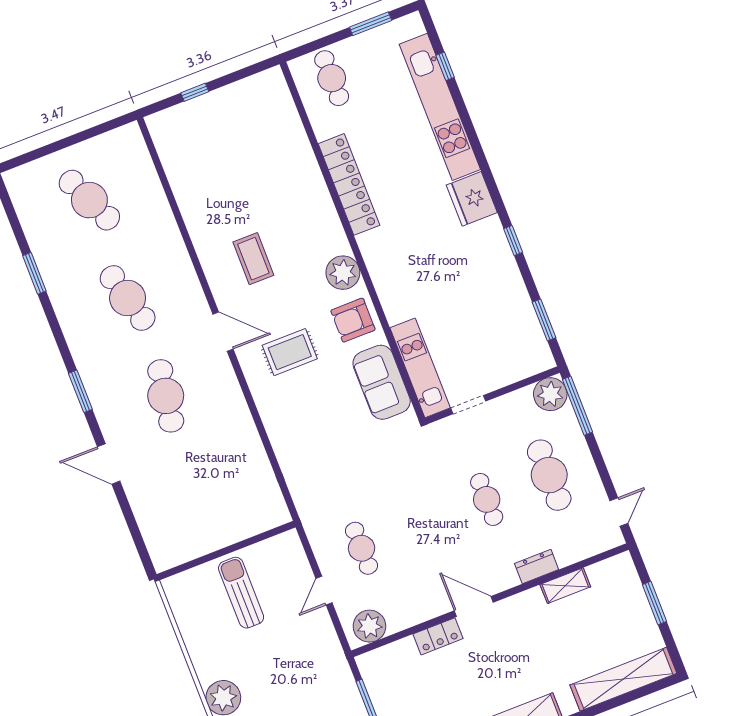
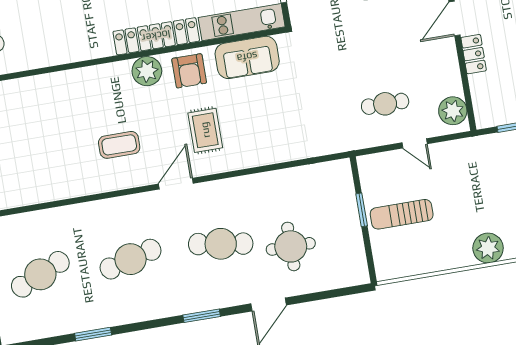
locker: (349, 184) -> (156, 36), moved
round table: (179, 475) -> (291, 246), added
window: (237, 547) -> (362, 210), added

